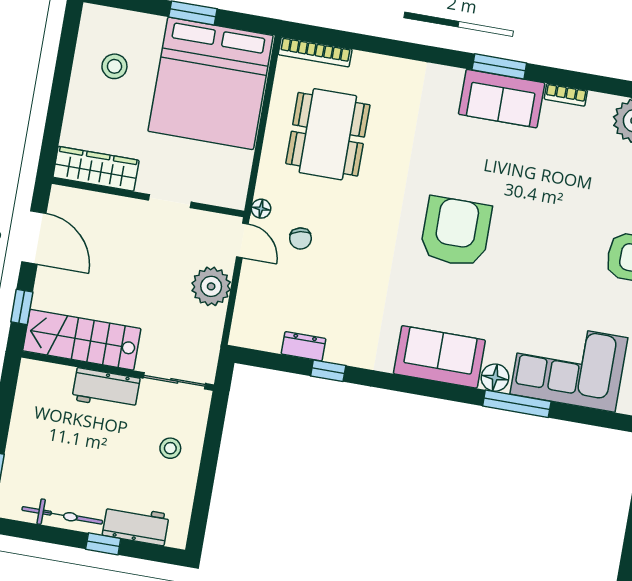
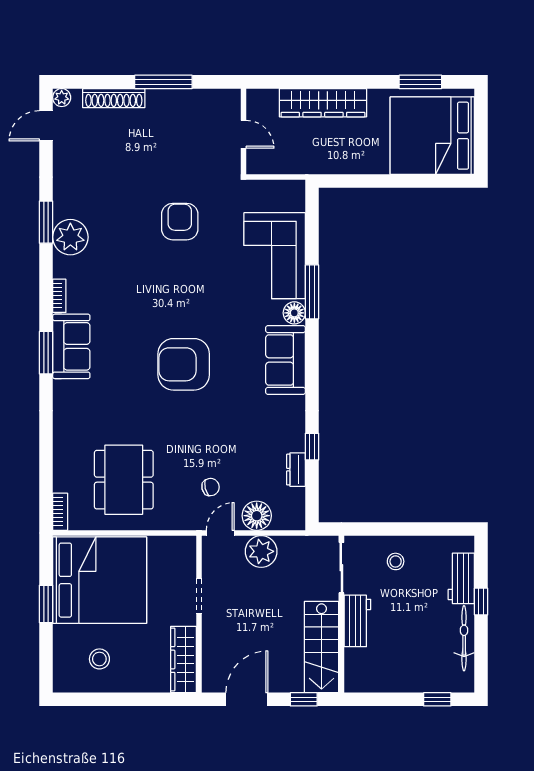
bookcase: (315, 52) -> (60, 512), width x0.64
dining table: (328, 134) -> (124, 480), turned 90
floor lamp: (261, 209) -> (257, 516), moved, width x1.89, depth x1.89

